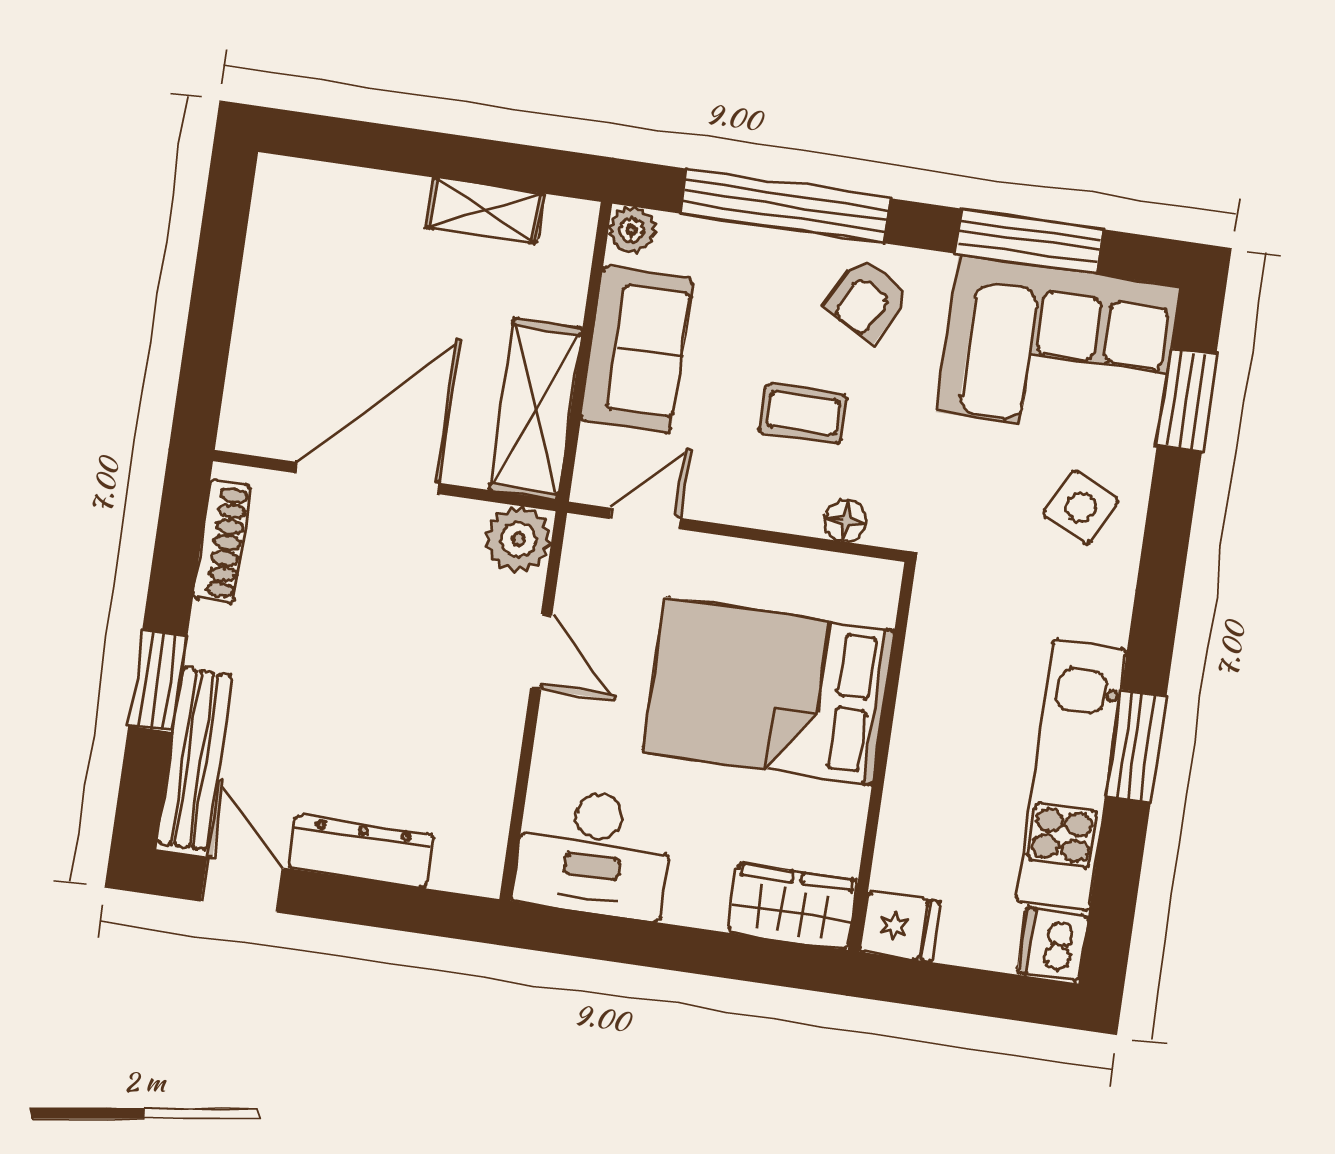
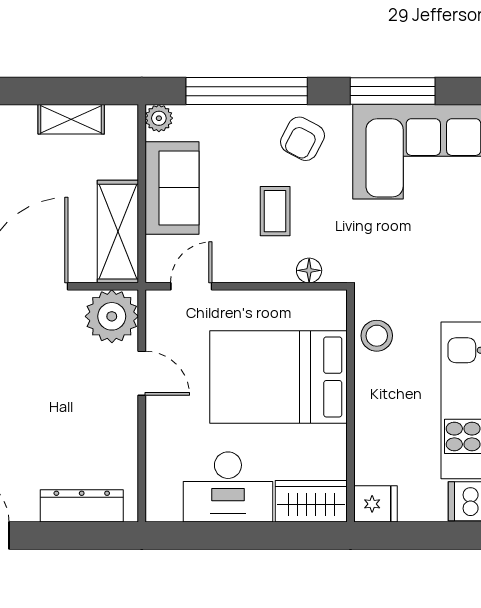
coffee table: (803, 413) -> (275, 211), turned 90
side table: (1081, 507) -> (446, 242), removed
plant: (518, 539) -> (112, 316), width x1.36, depth x1.36
stool: (943, 646) -> (377, 336), added
dresser: (361, 851) -> (82, 506), moved
desk: (594, 853) -> (228, 487), moved

